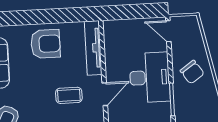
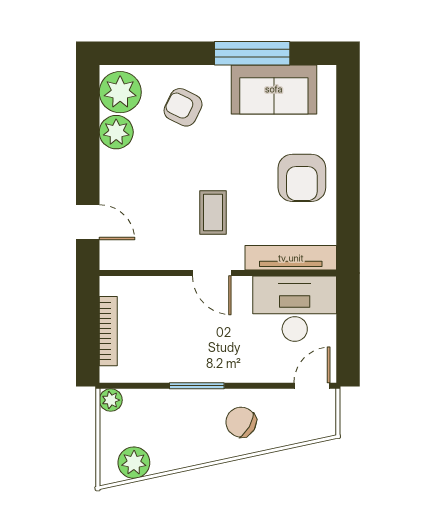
chair: (192, 72) -> (241, 422), turned 65
desk: (150, 77) -> (295, 309), moved, turned 180

